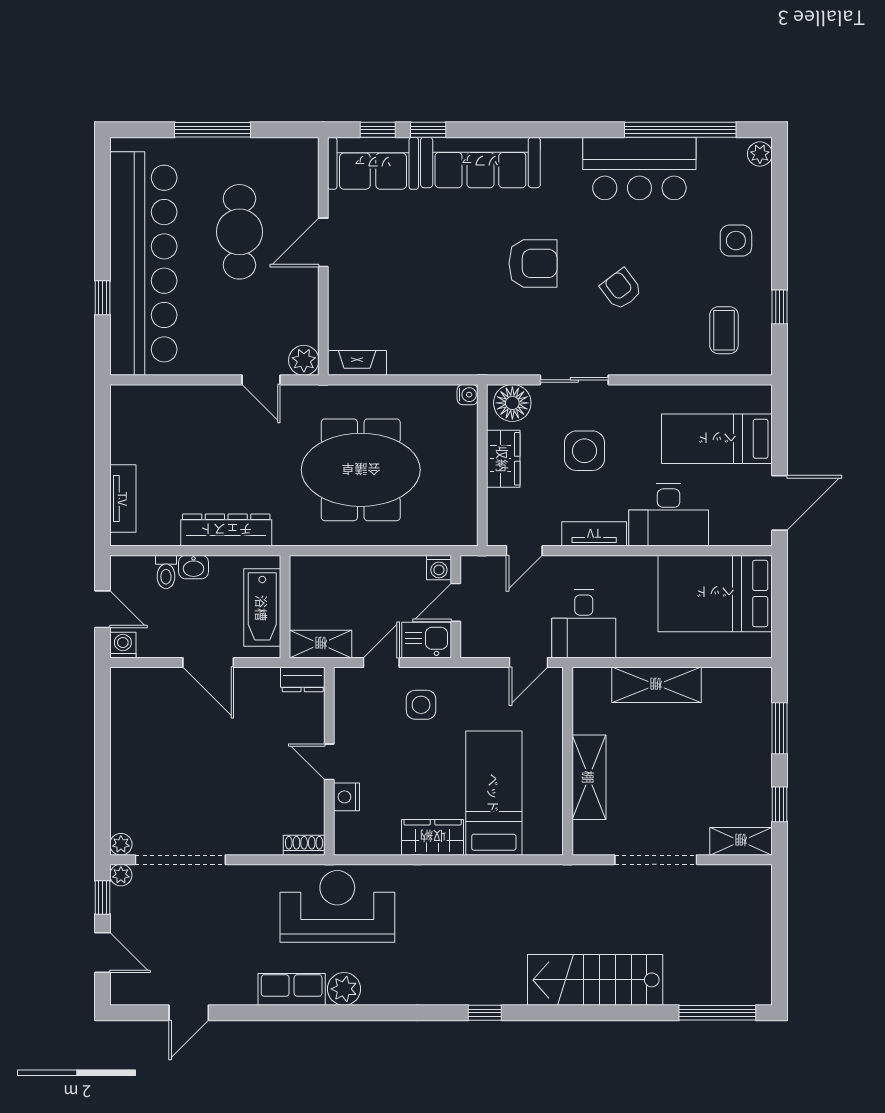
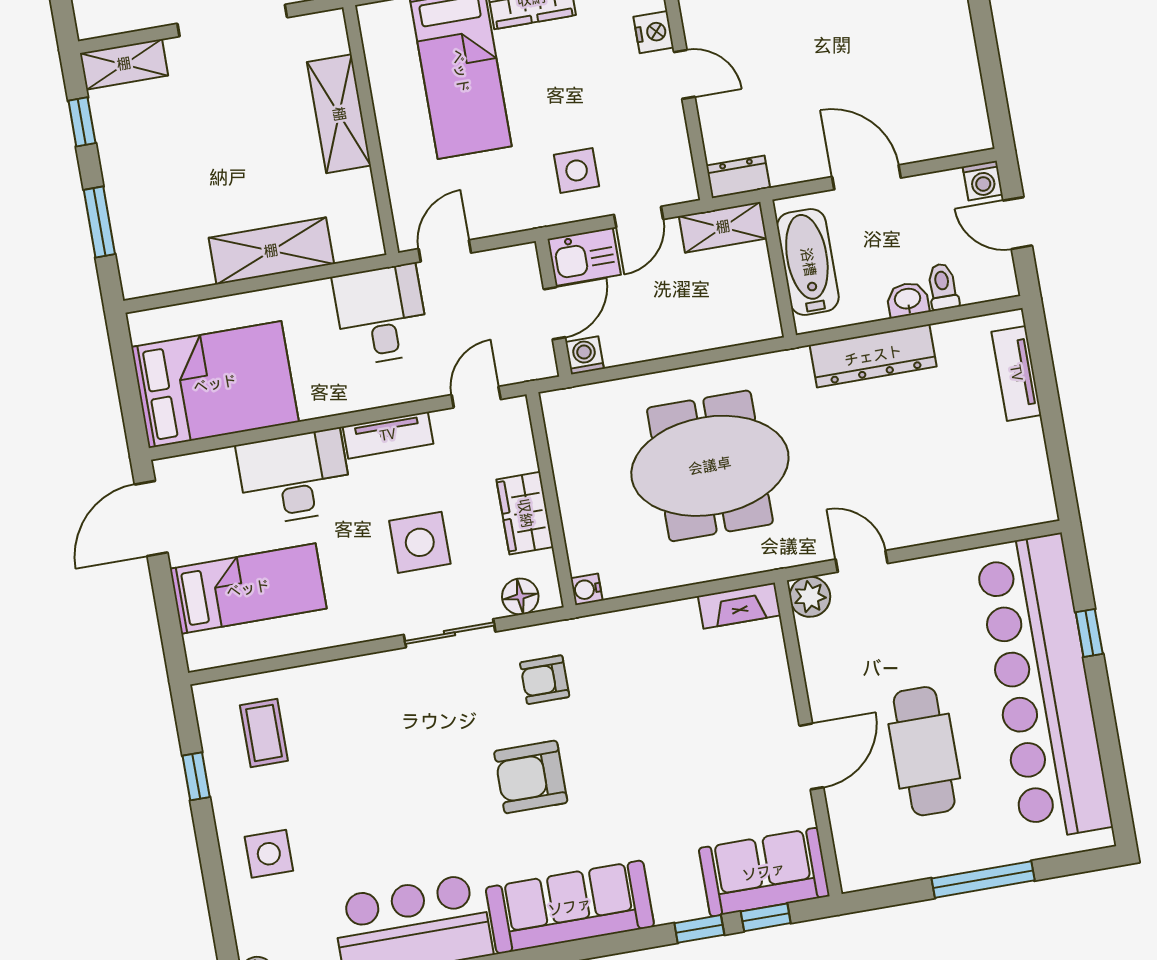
sofa: (480, 162) -> (570, 907), moved
armchair: (621, 289) -> (545, 680), moved, turned 127
floor lamp: (512, 403) -> (520, 596), width x0.73, depth x0.73

